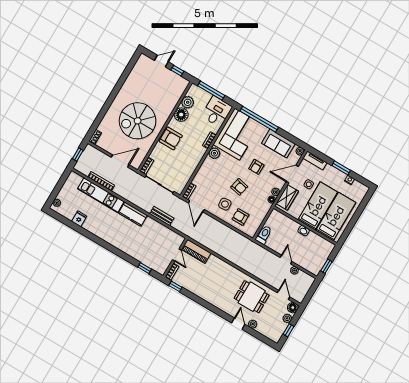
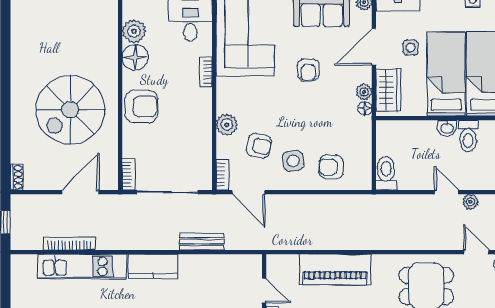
plant: (214, 153) -> (227, 125), moved
armchair: (239, 187) -> (259, 146), moved
toilet: (311, 240) -> (468, 136), added
piano: (196, 251) -> (335, 269), moved, width x1.37, depth x1.33

